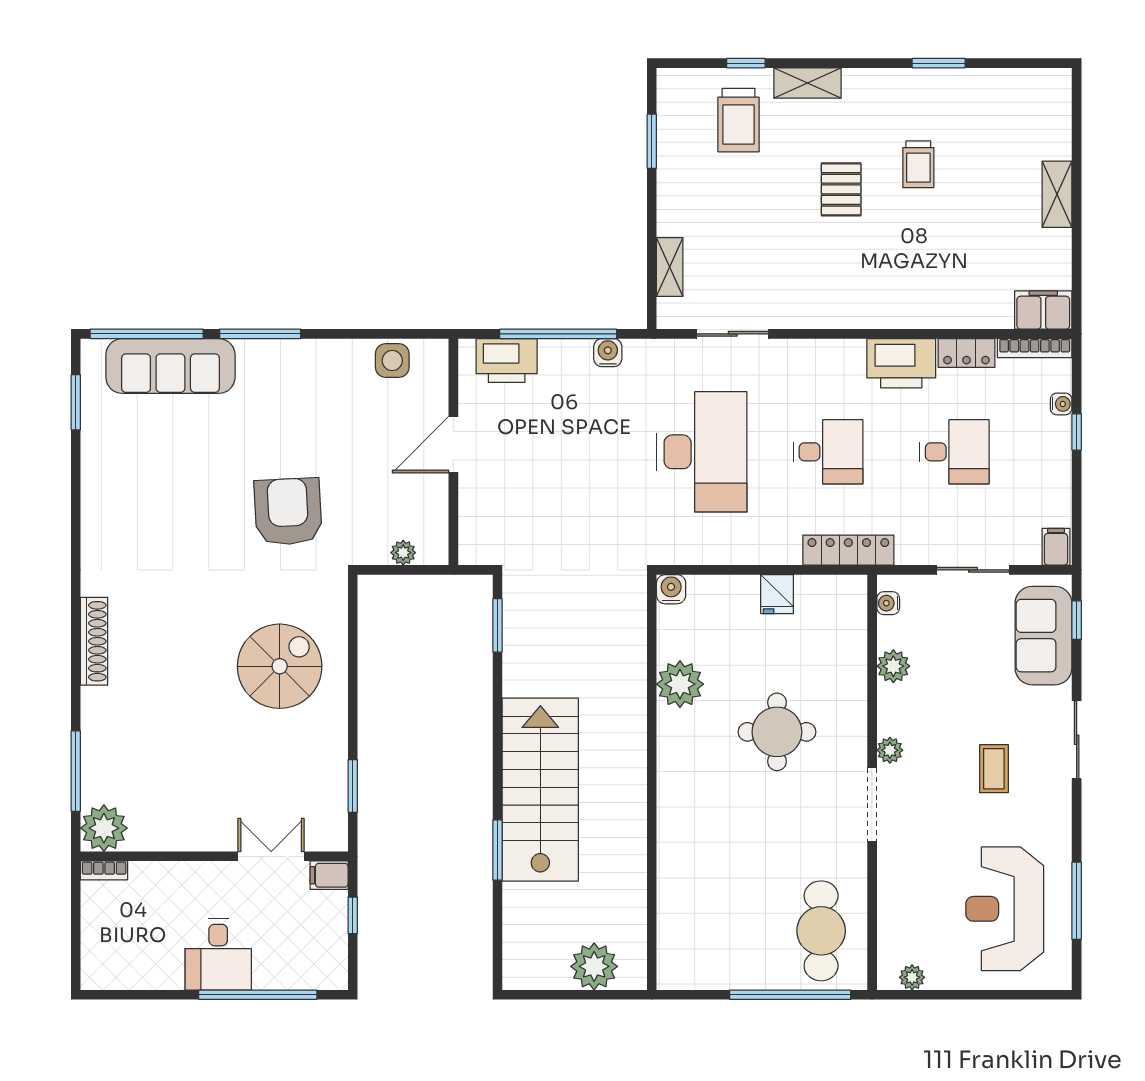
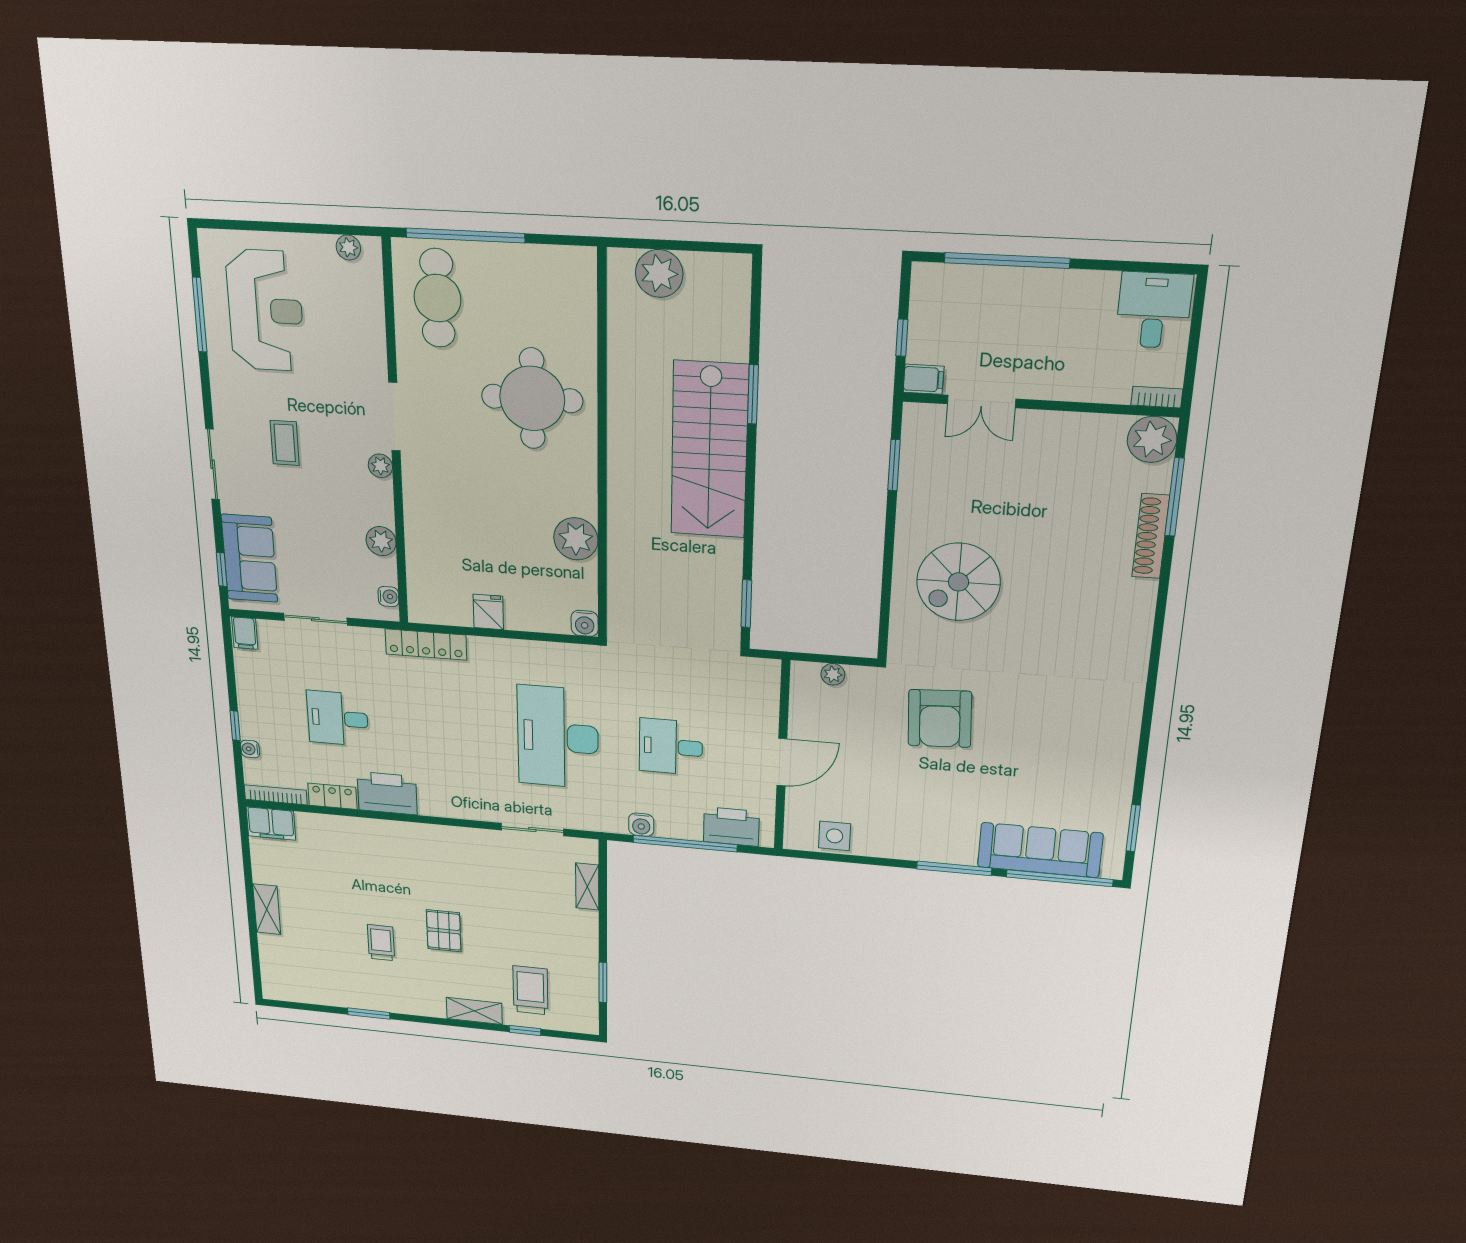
desk: (828, 452) -> (671, 747), moved
shoe rack: (94, 641) -> (1151, 536), moved
round table: (777, 732) -> (532, 398), moved, width x1.36, depth x1.36
desk: (218, 954) -> (1154, 310), moved

